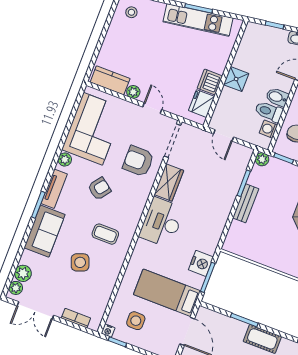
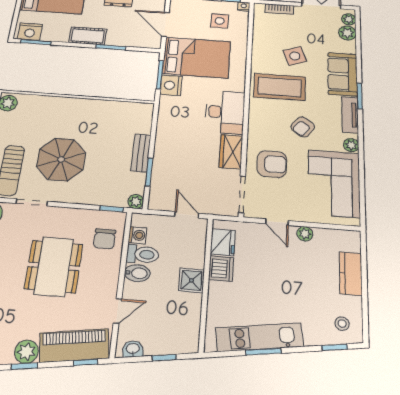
kitchen counter: (110, 80) -> (351, 274), moved, turned 90
coffee table: (105, 234) -> (280, 87), width x1.86, depth x1.72
bed: (167, 293) -> (196, 58), width x1.50

